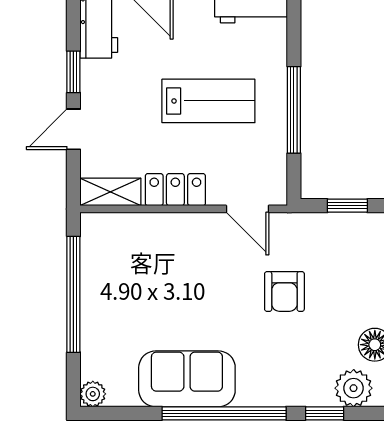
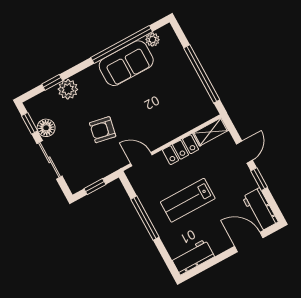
armchair: (284, 291) -> (103, 130), turned -79
plant: (354, 388) -> (68, 89), moved
plant: (93, 394) -> (152, 40), moved
window: (224, 413) -> (122, 44), moved

